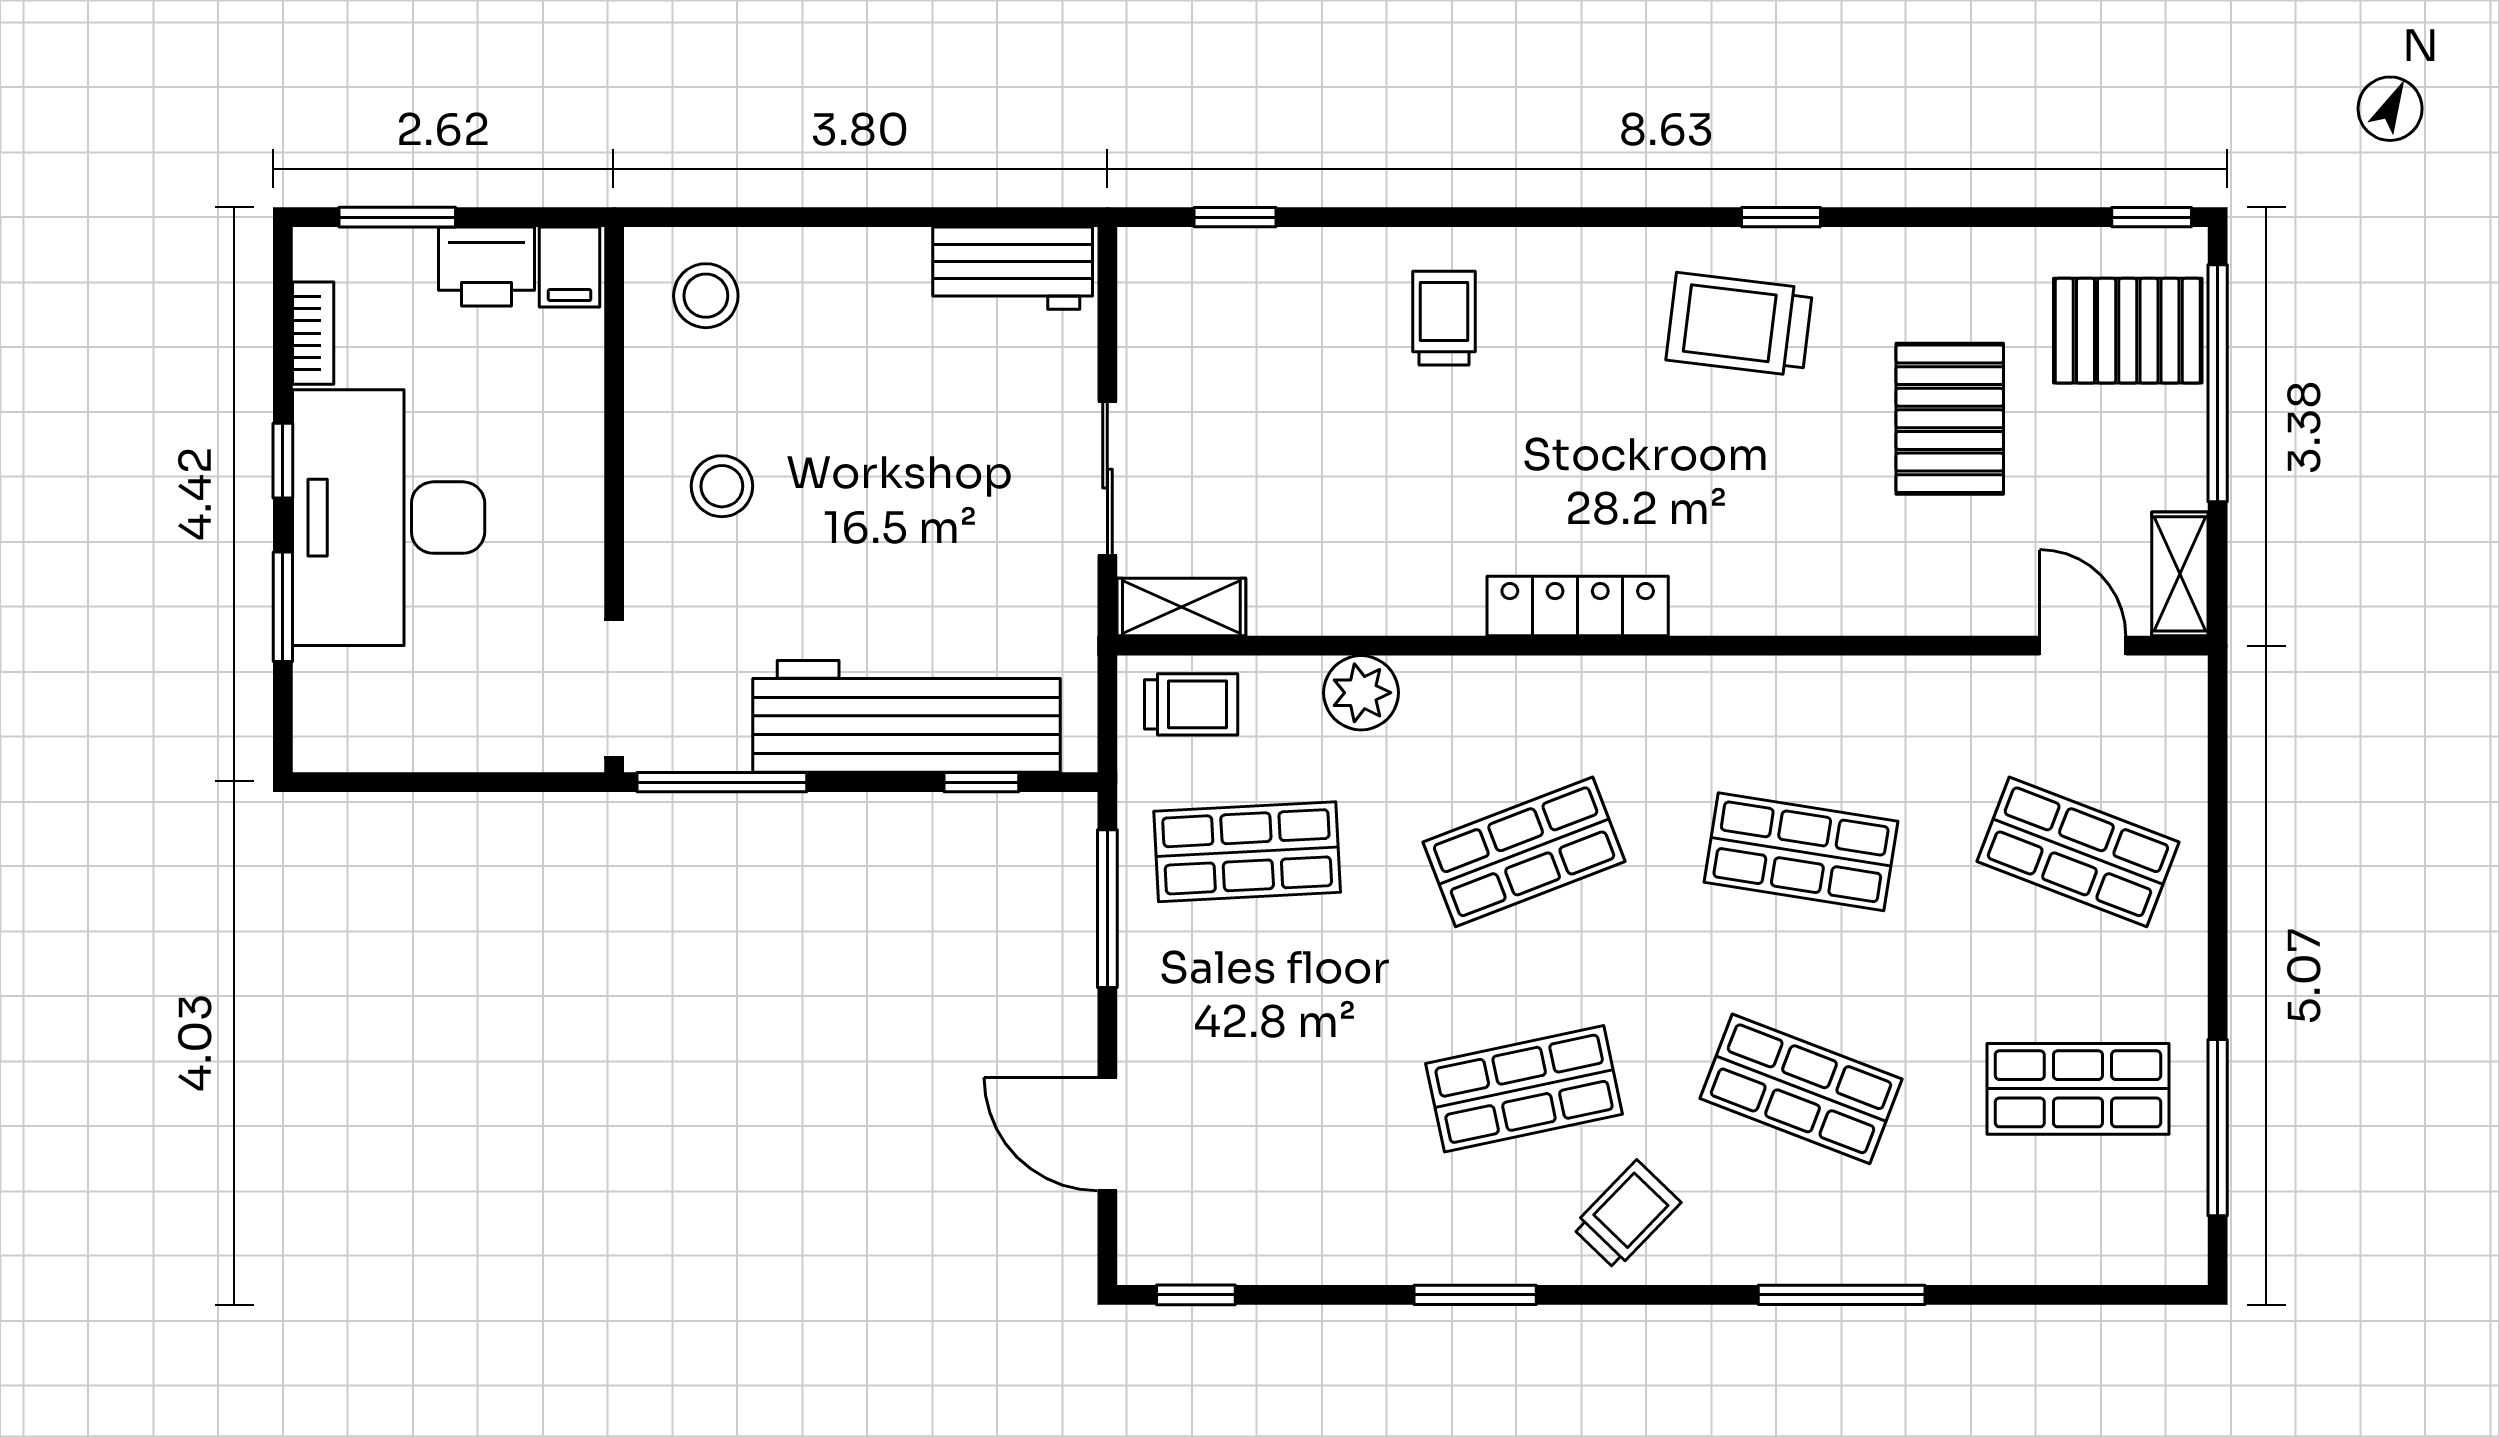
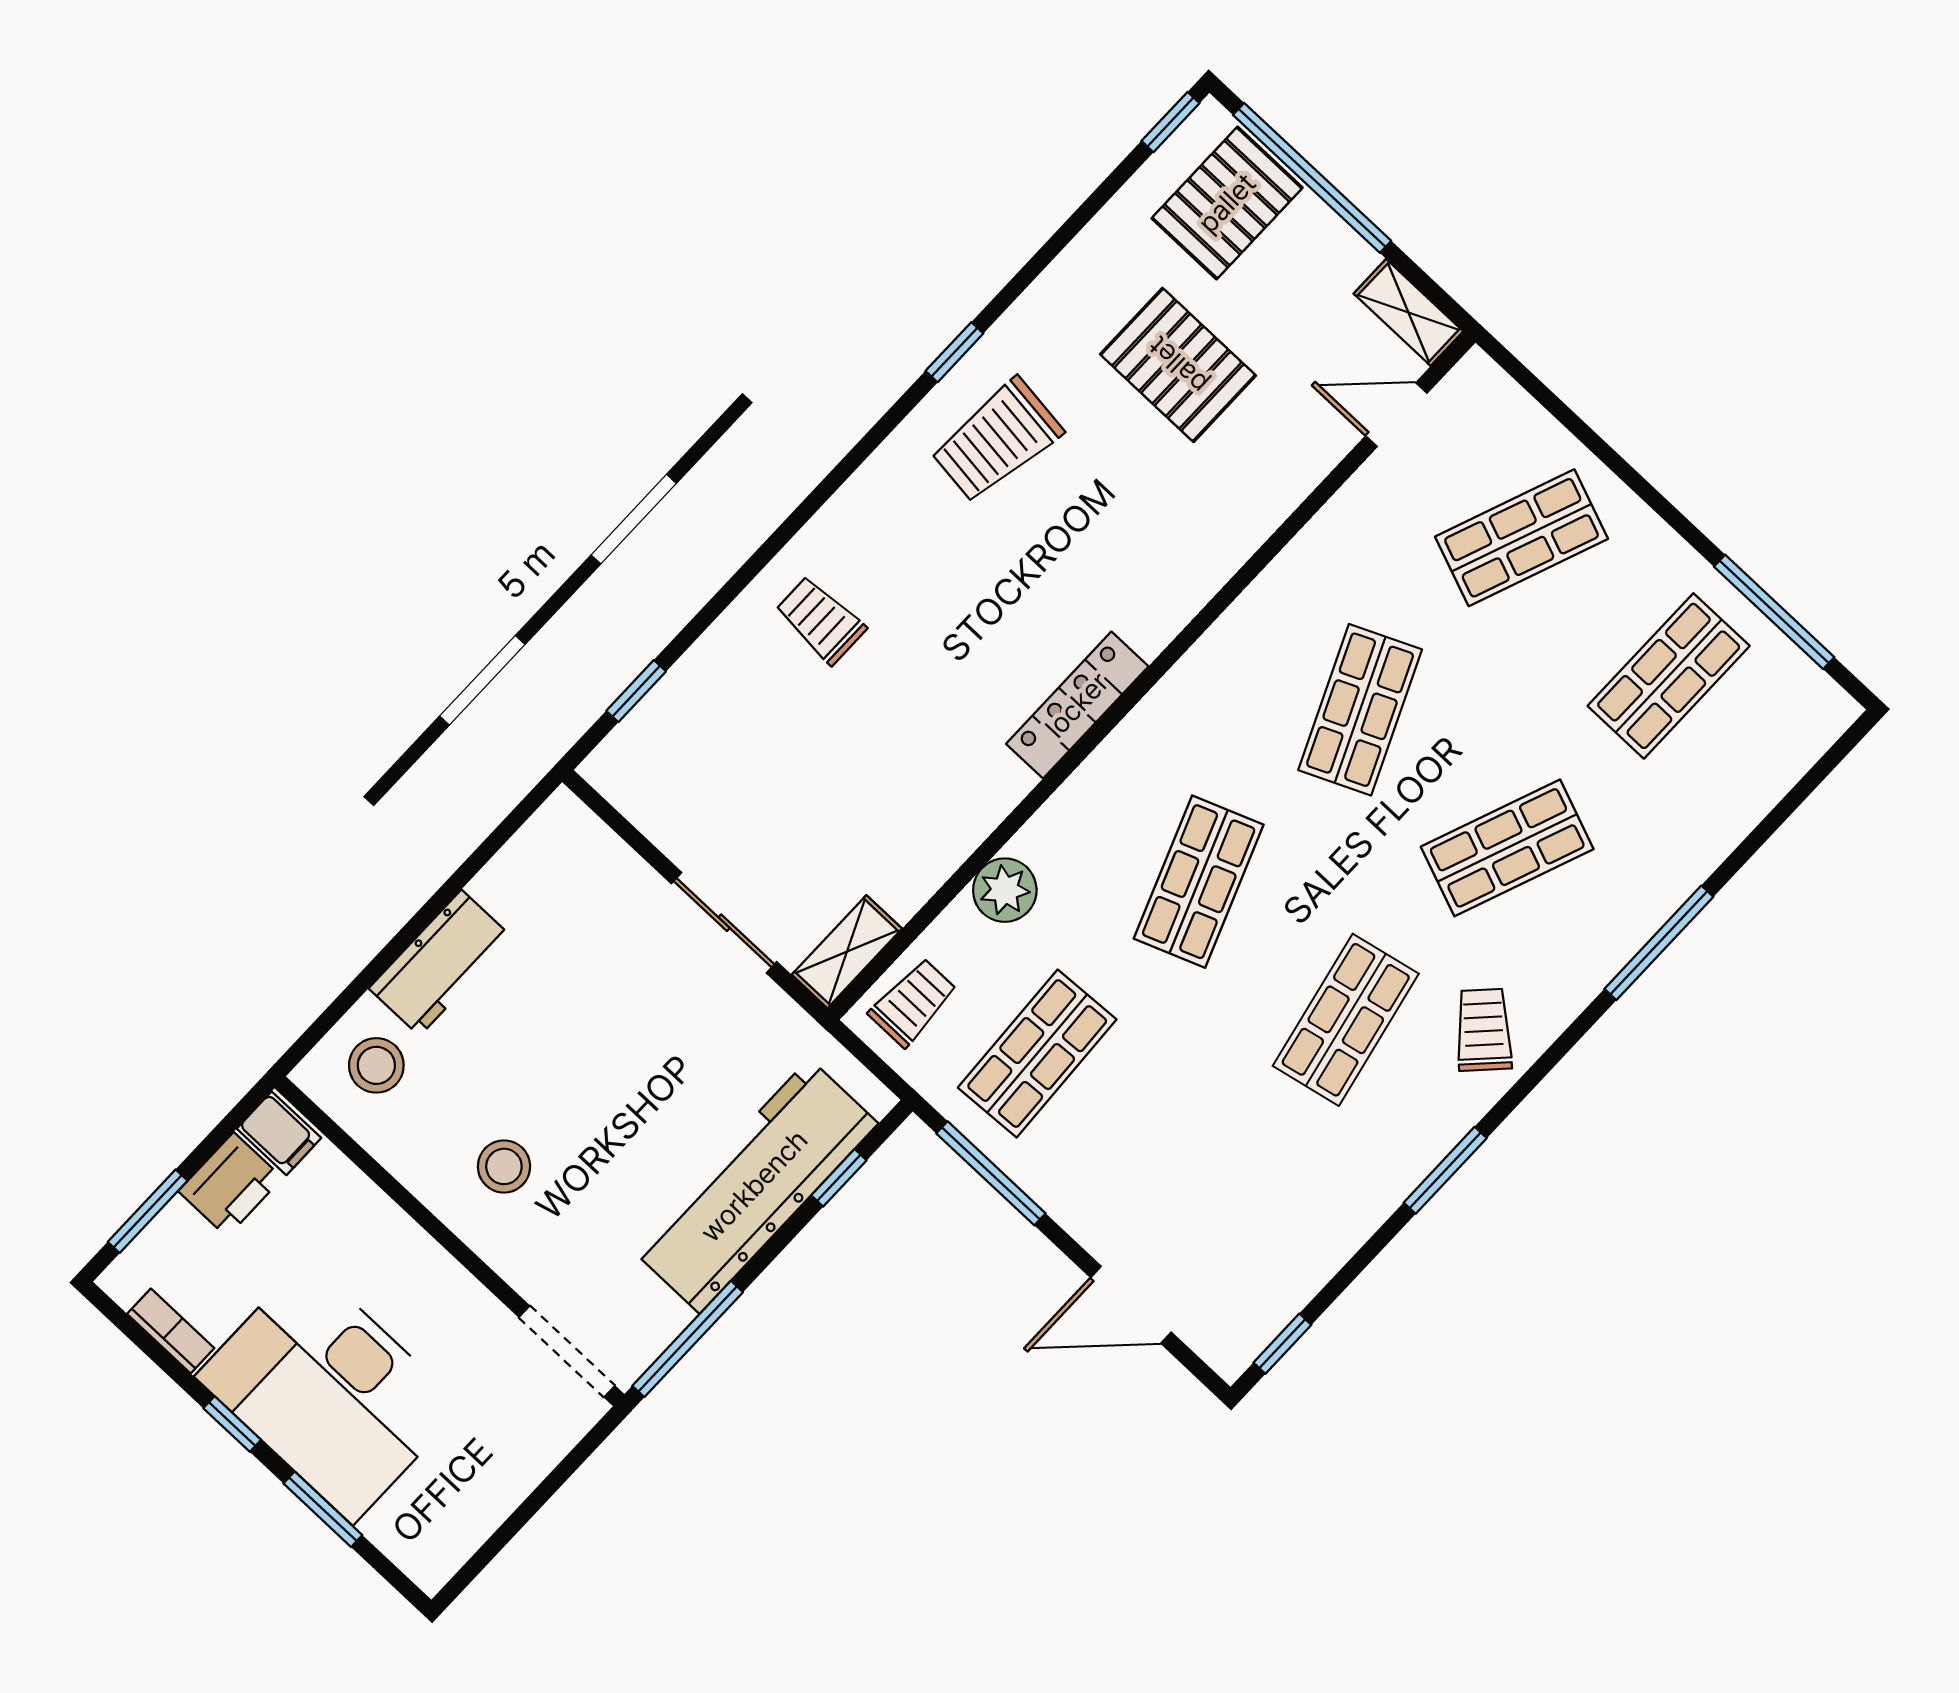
workbench: (1013, 268) -> (440, 963), moved
shop shelf: (1801, 852) -> (1360, 710), turned -33

